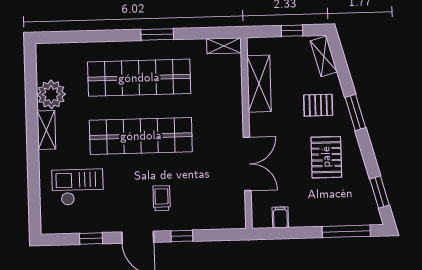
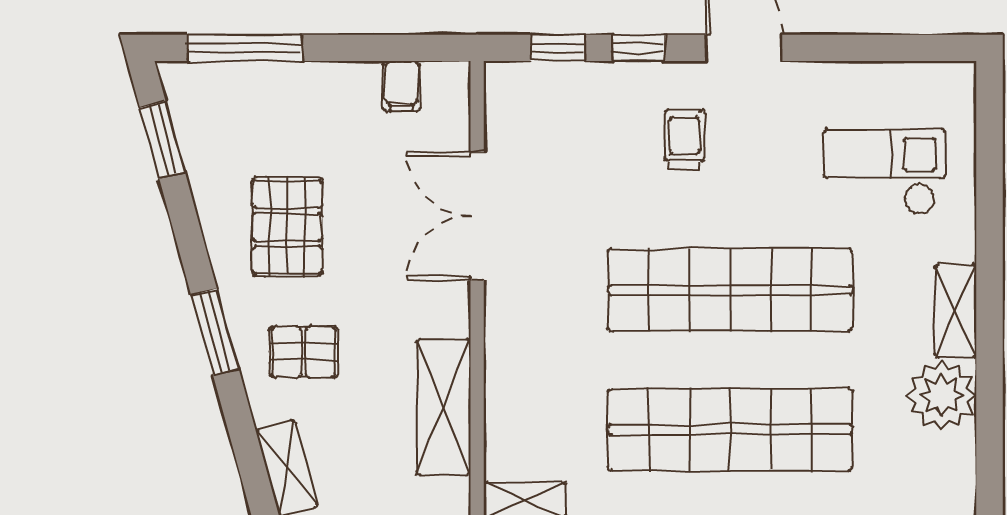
checkout: (78, 187) -> (885, 172), turned 180
trolley: (162, 198) -> (684, 140), turned 180
window: (91, 238) -> (557, 48), moved

